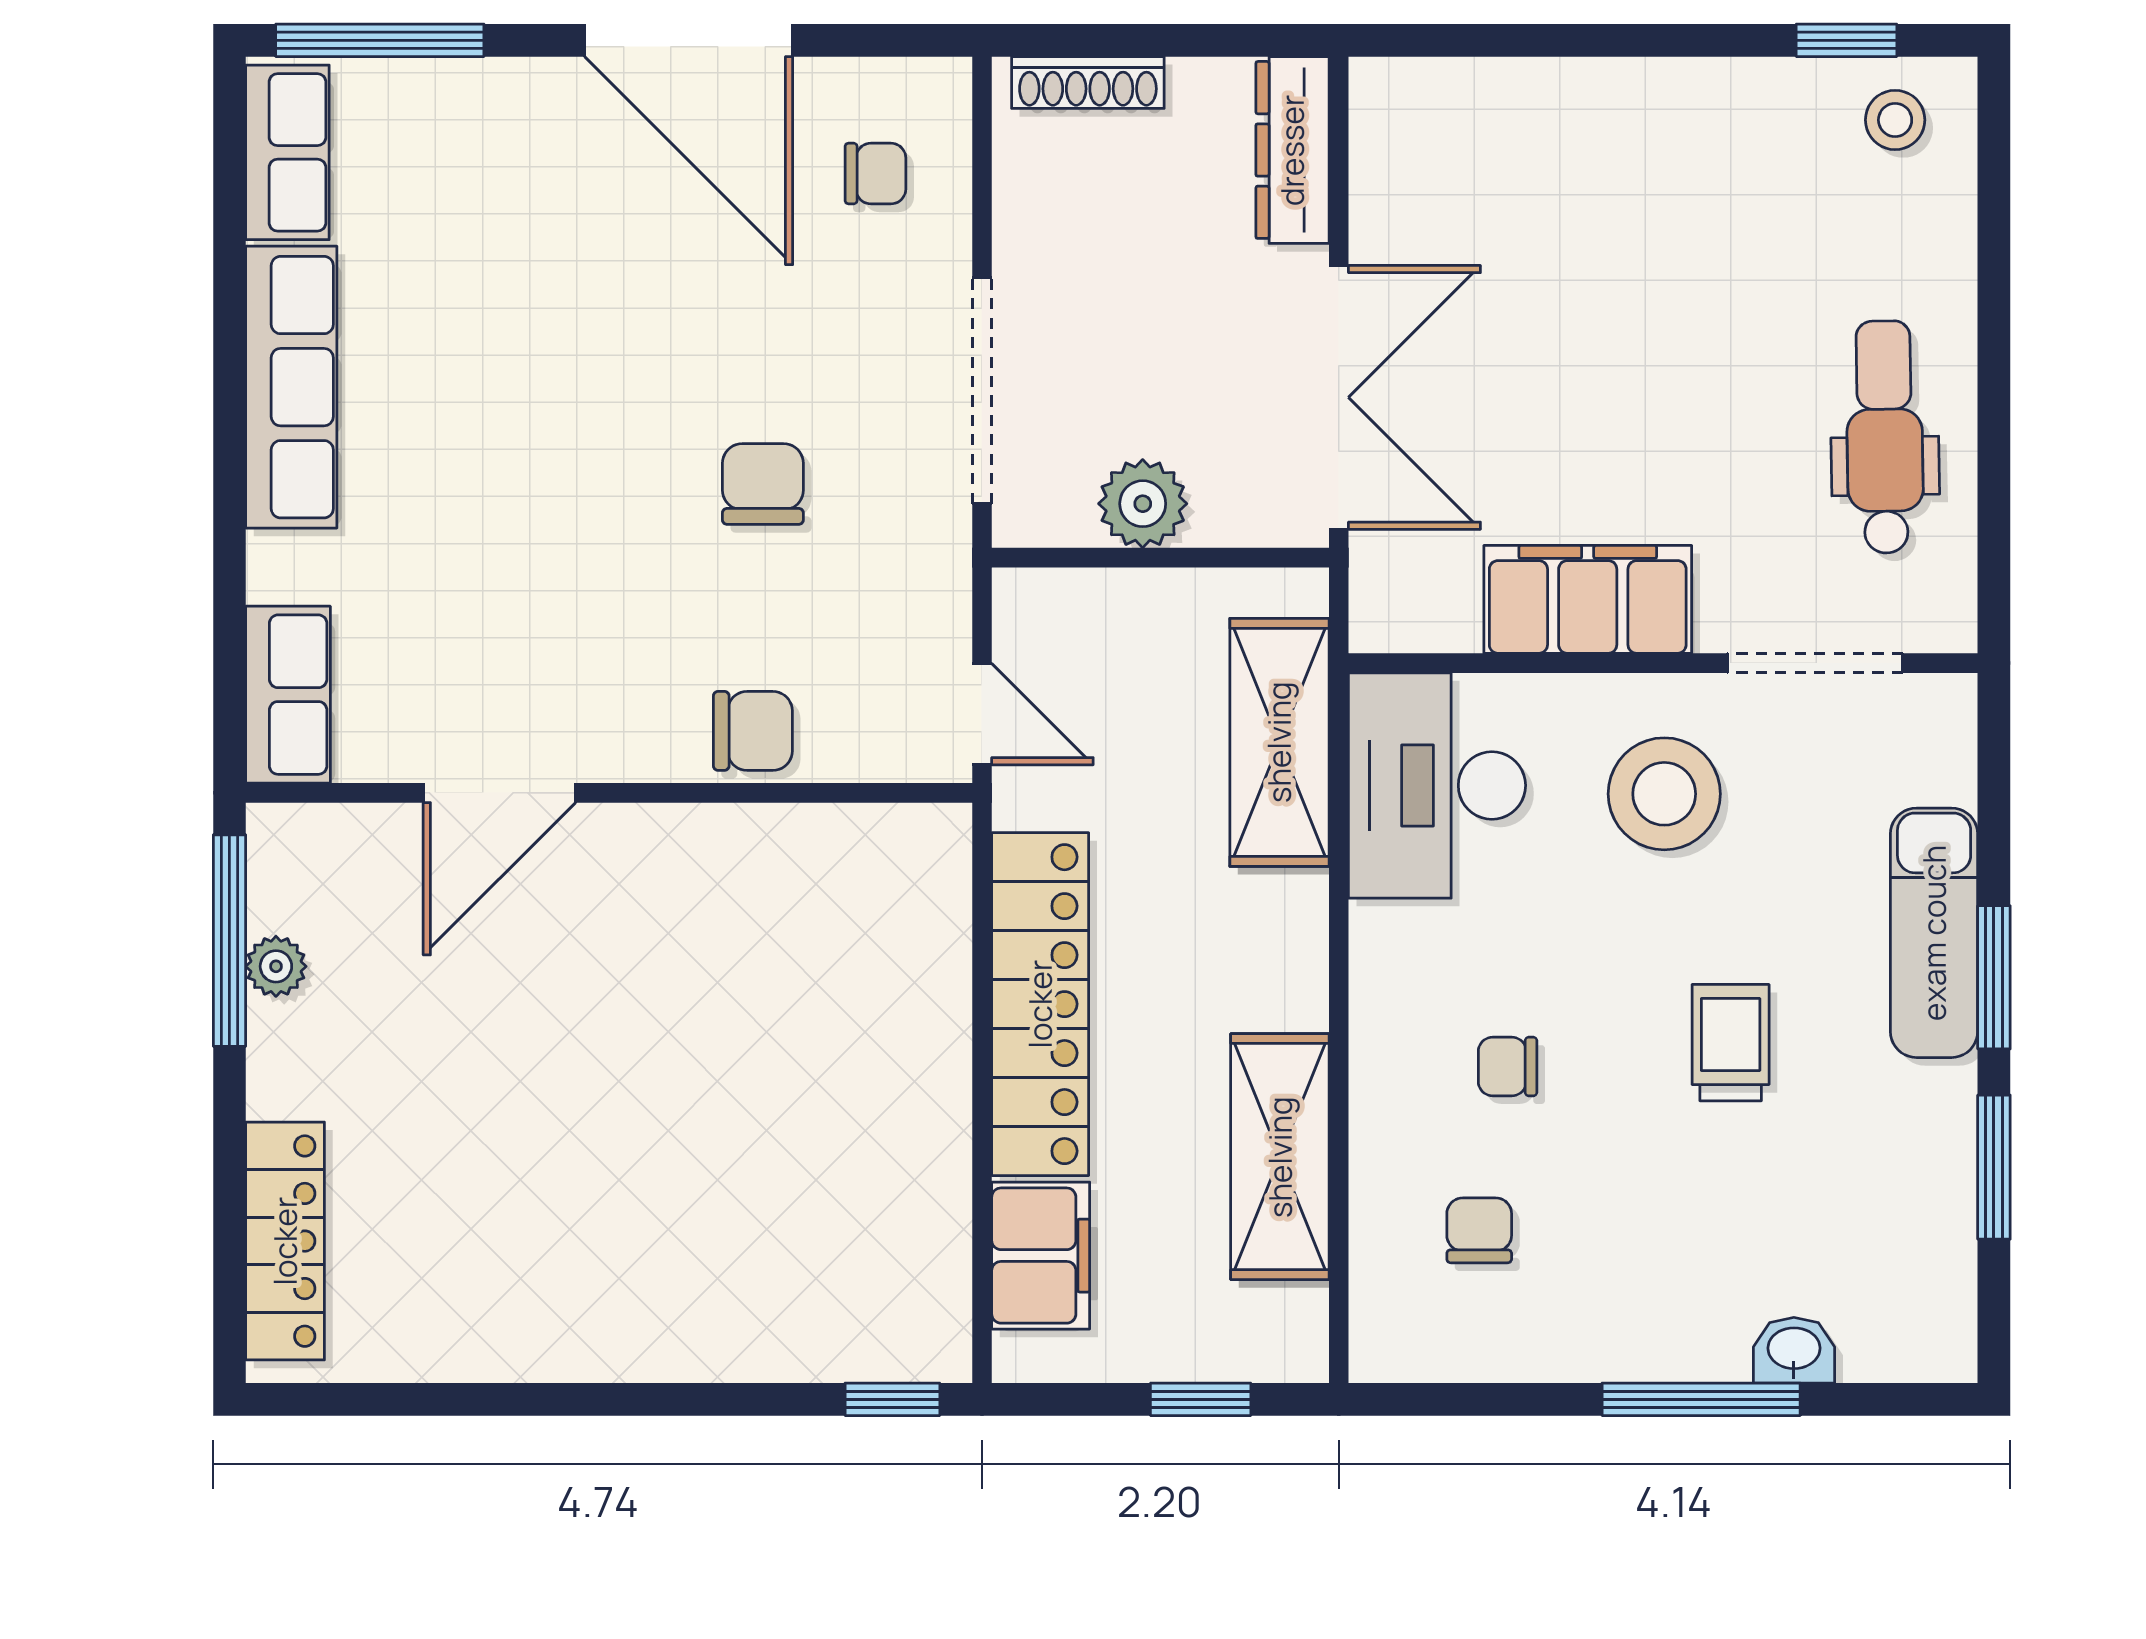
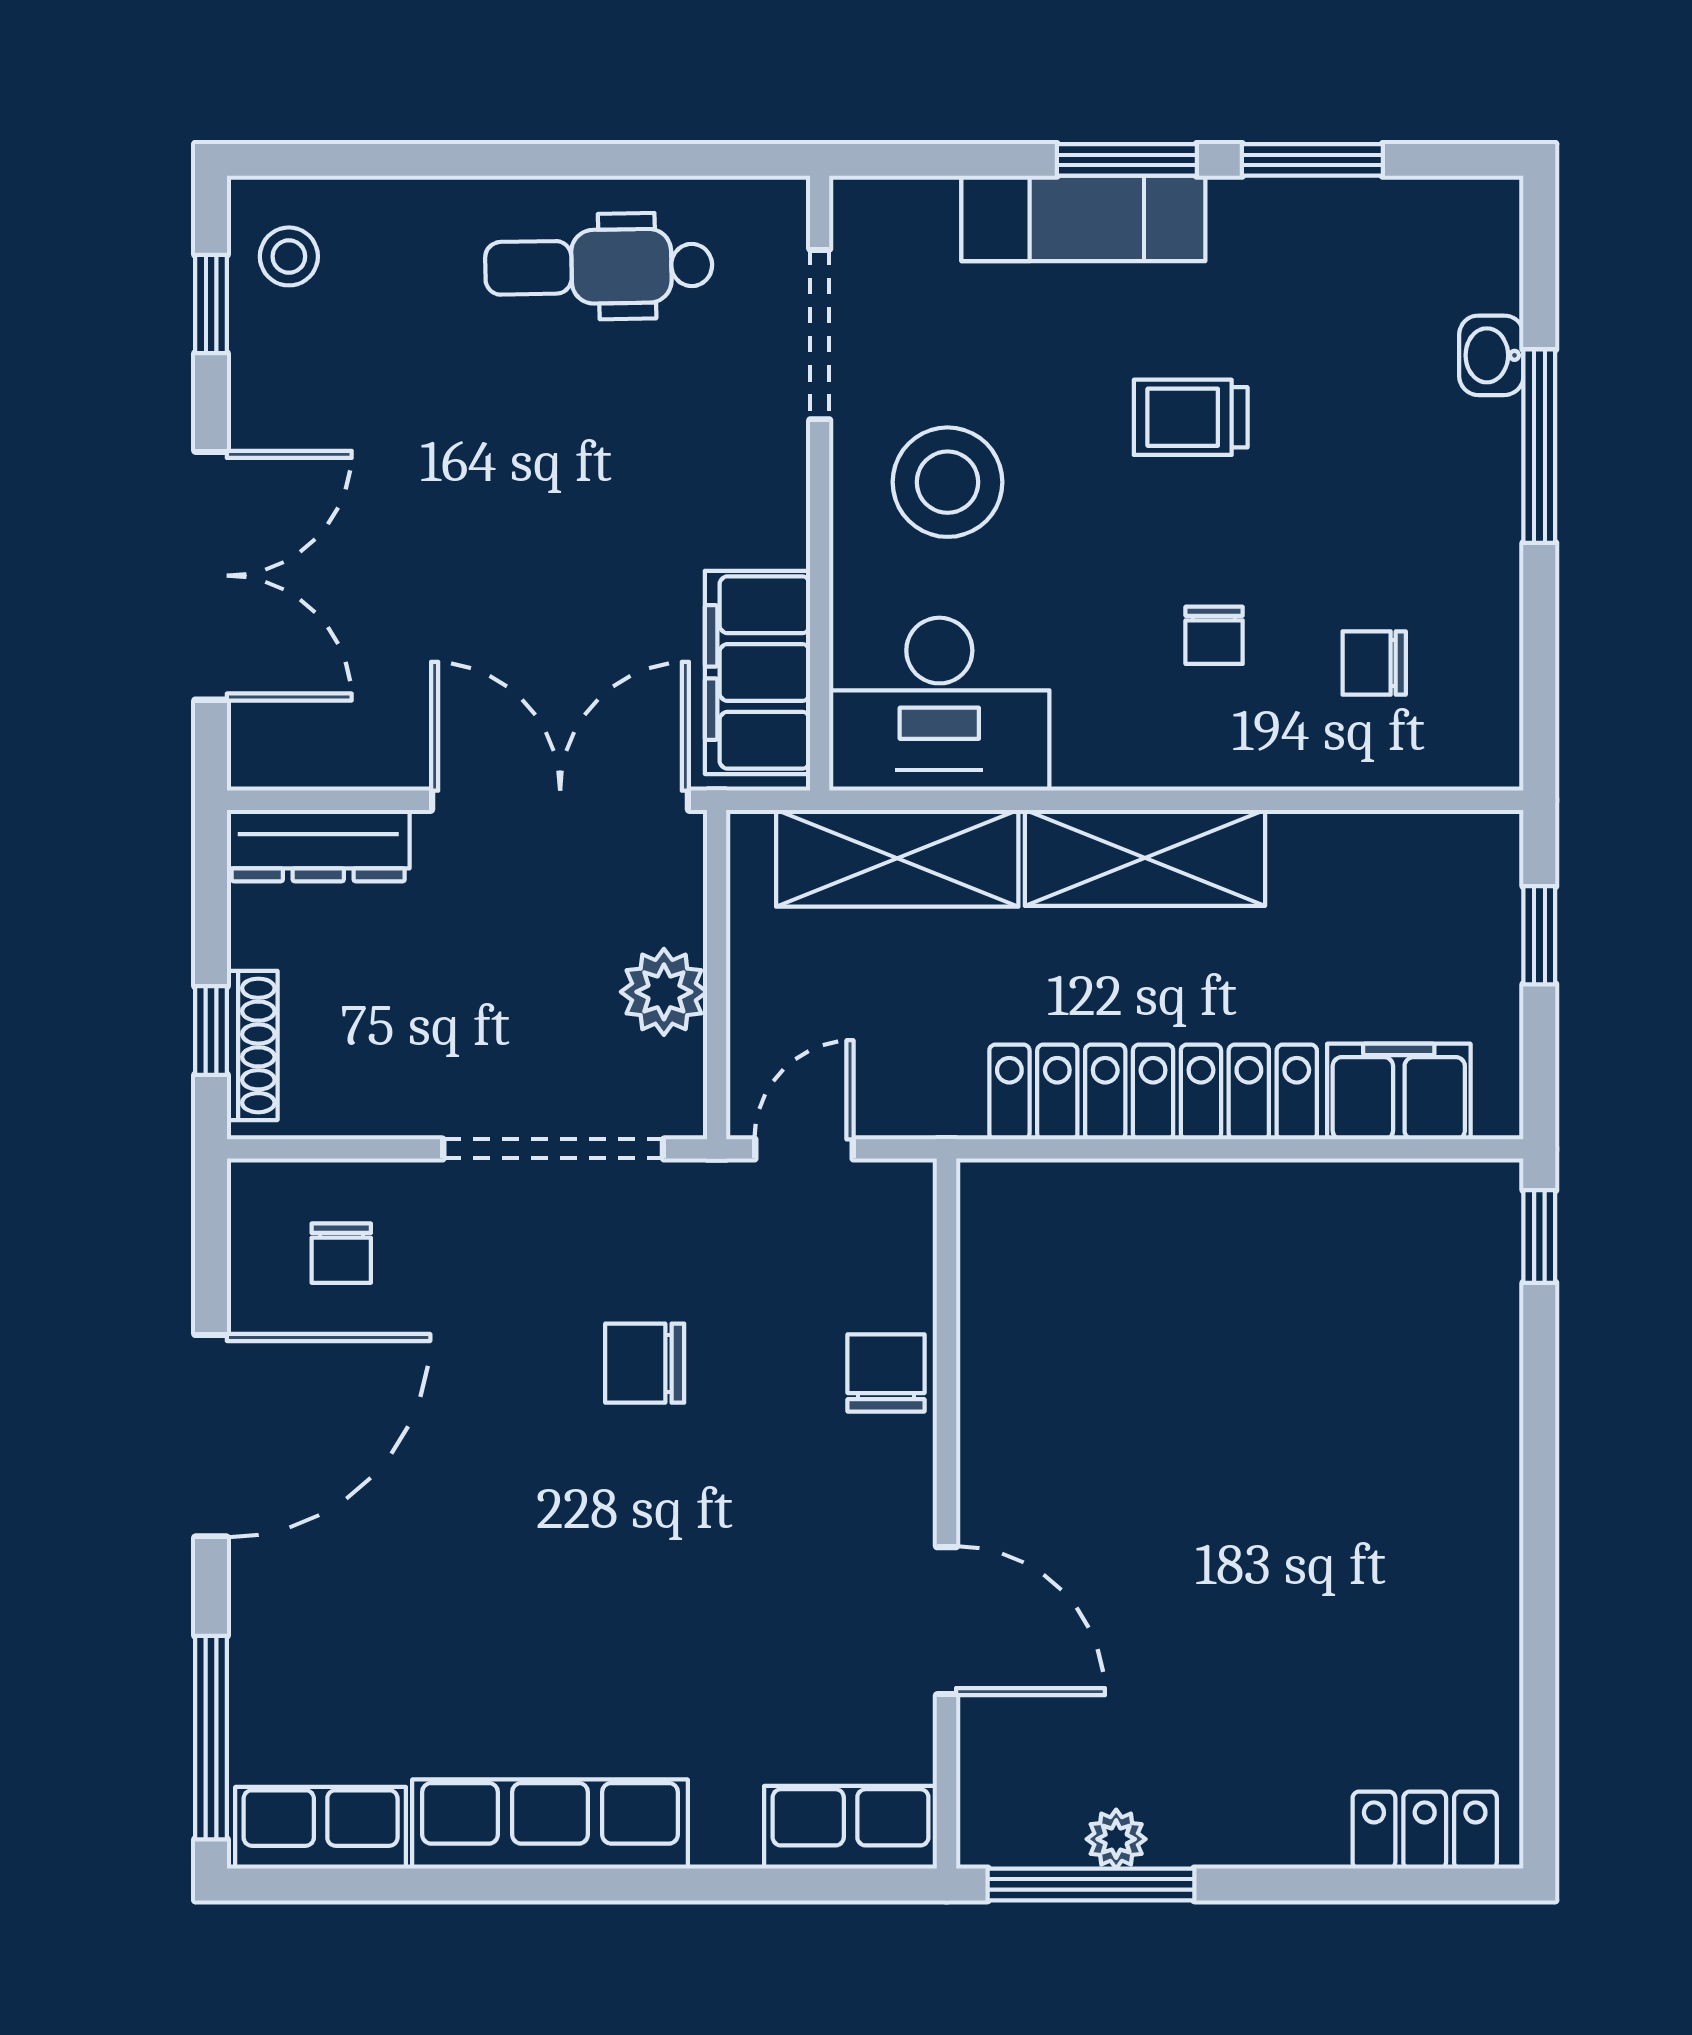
window: (1103, 40) -> (211, 1031), added
double door: (1569, 40) -> (211, 576), added
chair: (875, 174) -> (341, 1253), turned 180
filing cabinet: (1588, 599) -> (757, 672), moved
door: (982, 714) -> (804, 1149), moved
shelving: (1280, 1157) -> (1145, 858), moved
locker: (285, 1241) -> (1425, 1830), width x0.66

